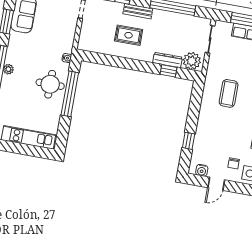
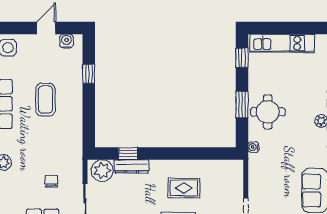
coffee table: (229, 93) -> (45, 100), moved
window: (70, 94) -> (242, 105), width x0.47
window: (63, 131) -> (242, 58), added
chair: (234, 163) -> (52, 181), moved

